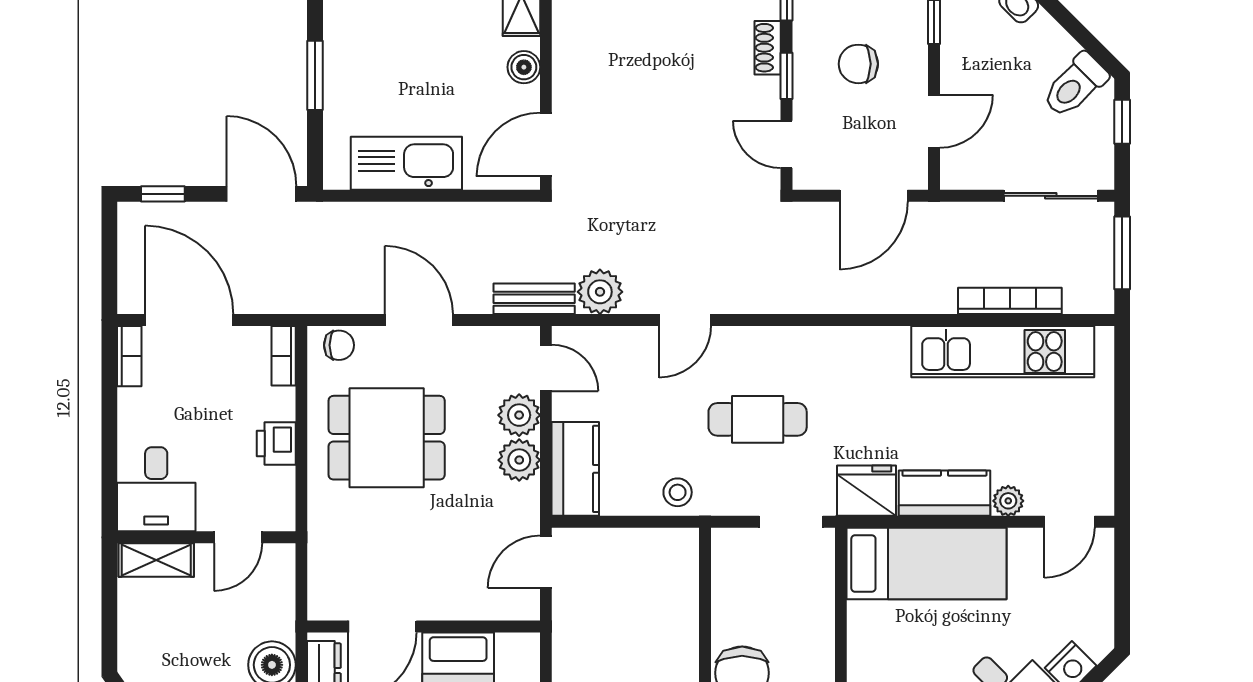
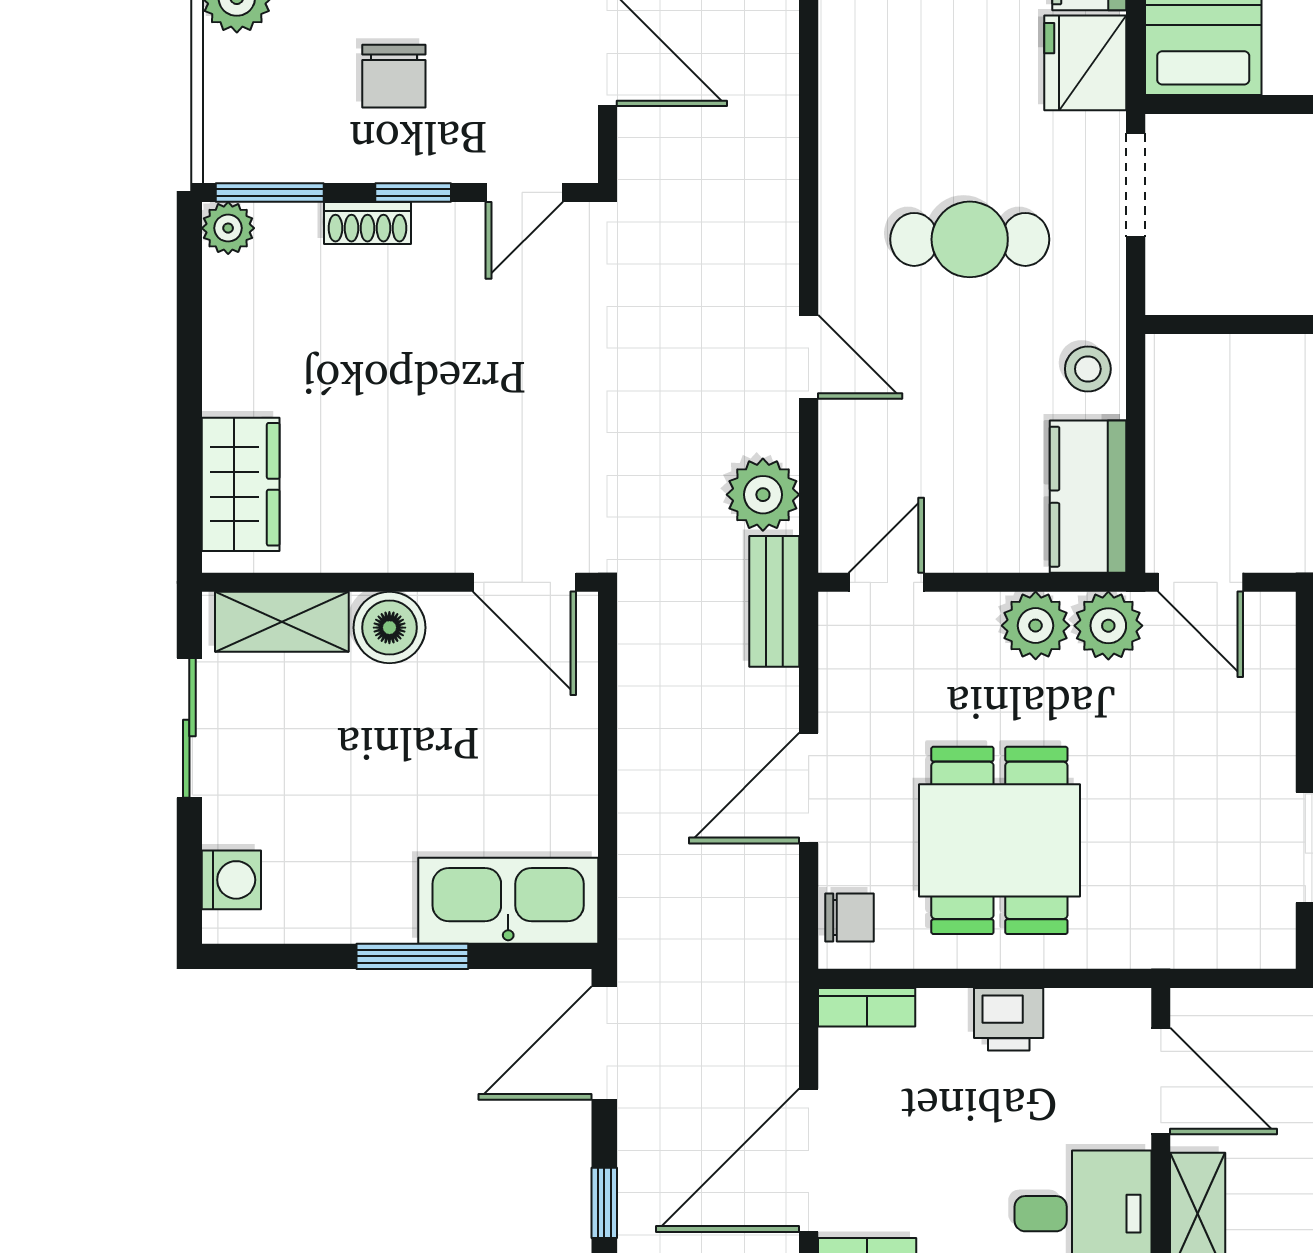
boiler: (524, 67) -> (389, 628), width x1.36, depth x1.36
kitchen sink: (406, 163) -> (508, 901), moved, turned 90
chair: (339, 345) -> (850, 918), turned 90
plant: (519, 415) -> (1108, 626), moved
cafe table: (758, 419) -> (970, 239), turned 90
kitchen counter: (575, 469) -> (1088, 497), moved, turned -90
door: (238, 537) -> (1161, 1081), width x1.38

